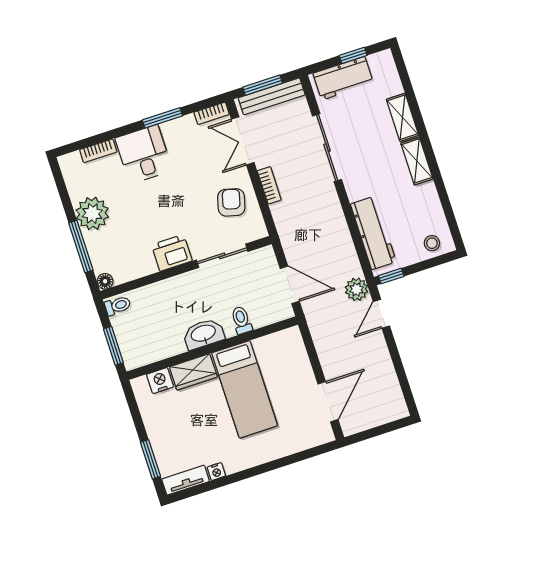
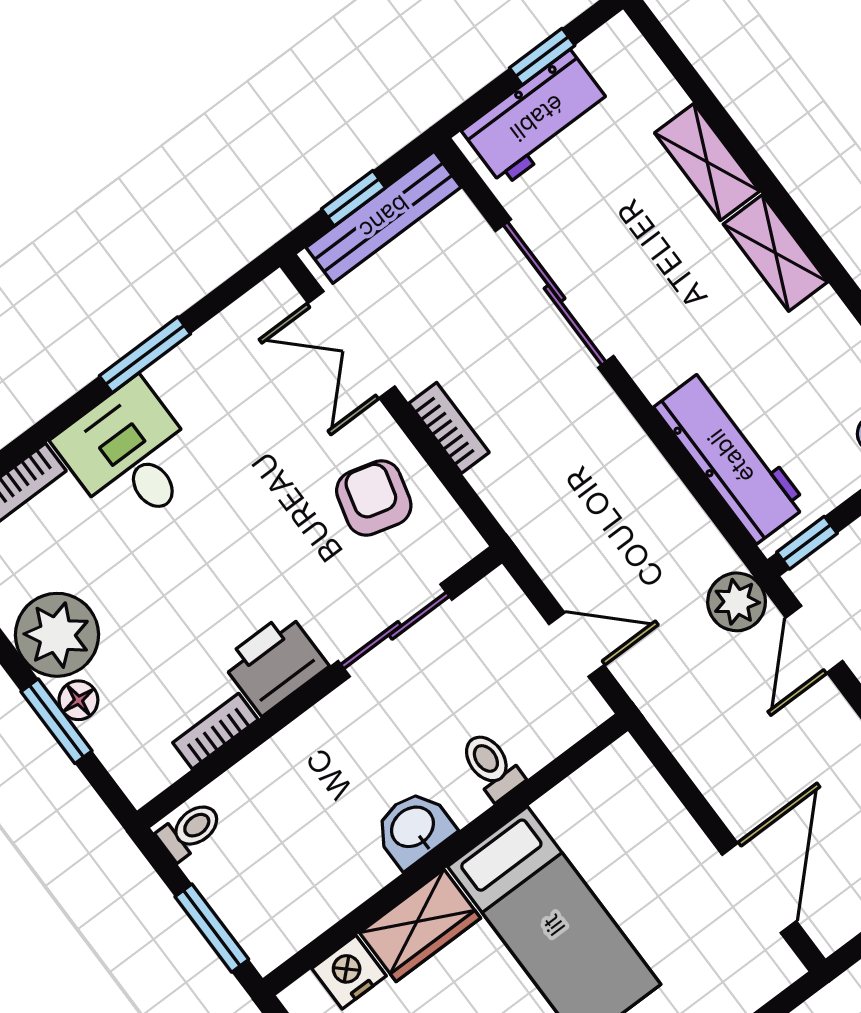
window: (263, 85) -> (353, 198), width x0.67
bookcase: (212, 113) -> (215, 731), moved, turned 180
window: (81, 246) -> (56, 721), width x0.69
floor lamp: (105, 281) -> (78, 700), moved
door: (290, 285) -> (577, 645), width x0.73
washbasin: (203, 334) -> (414, 828), width x0.72

